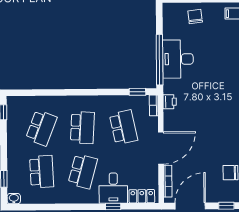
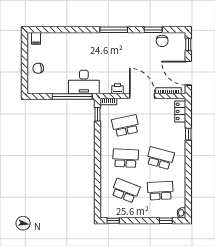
desk: (178, 59) -> (84, 82), moved
printer: (170, 102) -> (117, 89), moved
desk: (113, 188) -> (174, 134), removed

